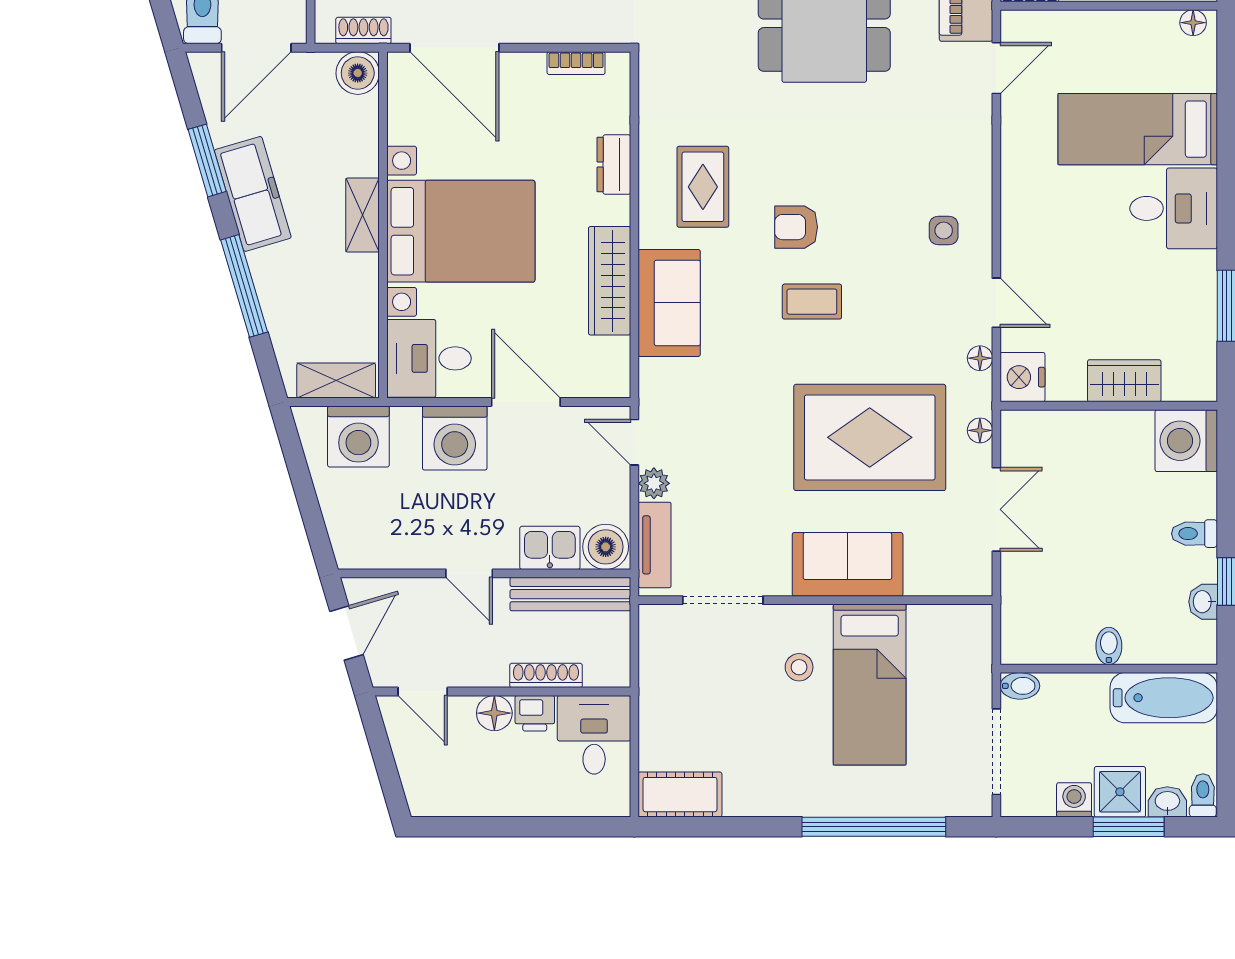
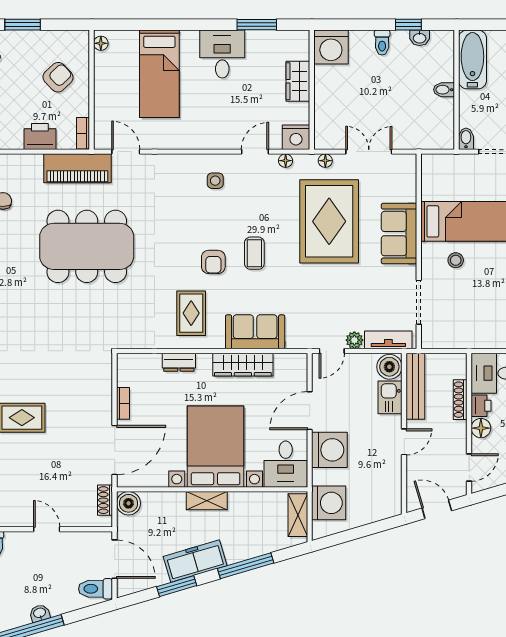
bookcase: (576, 63) -> (123, 403), moved
rug: (703, 187) -> (191, 313), turned 90
desk: (1174, 208) -> (222, 54), moved

